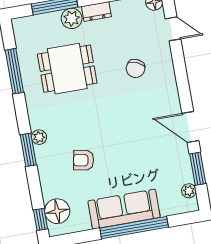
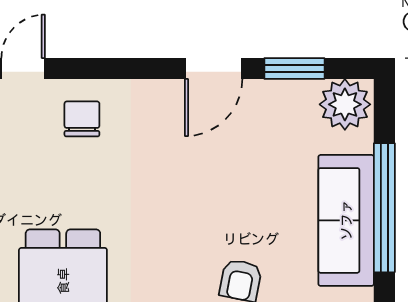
chair: (136, 68) -> (82, 119), moved, turned -114
plant: (189, 191) -> (345, 104), width x1.87, depth x1.87

